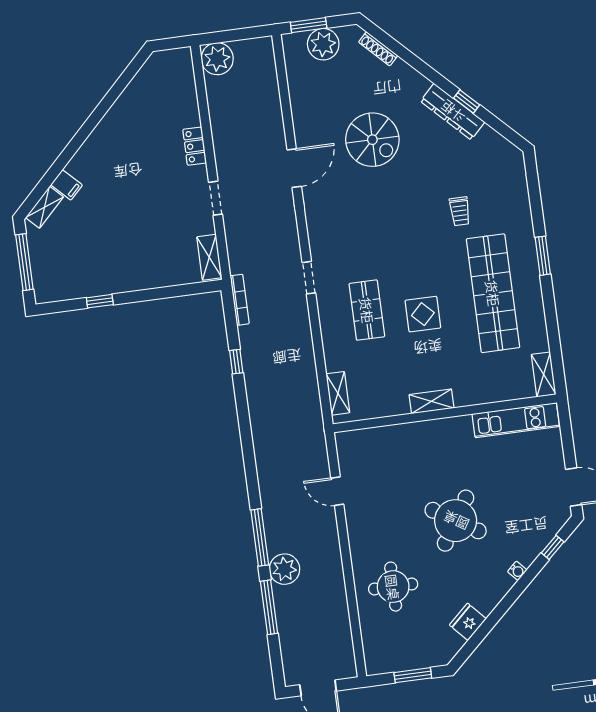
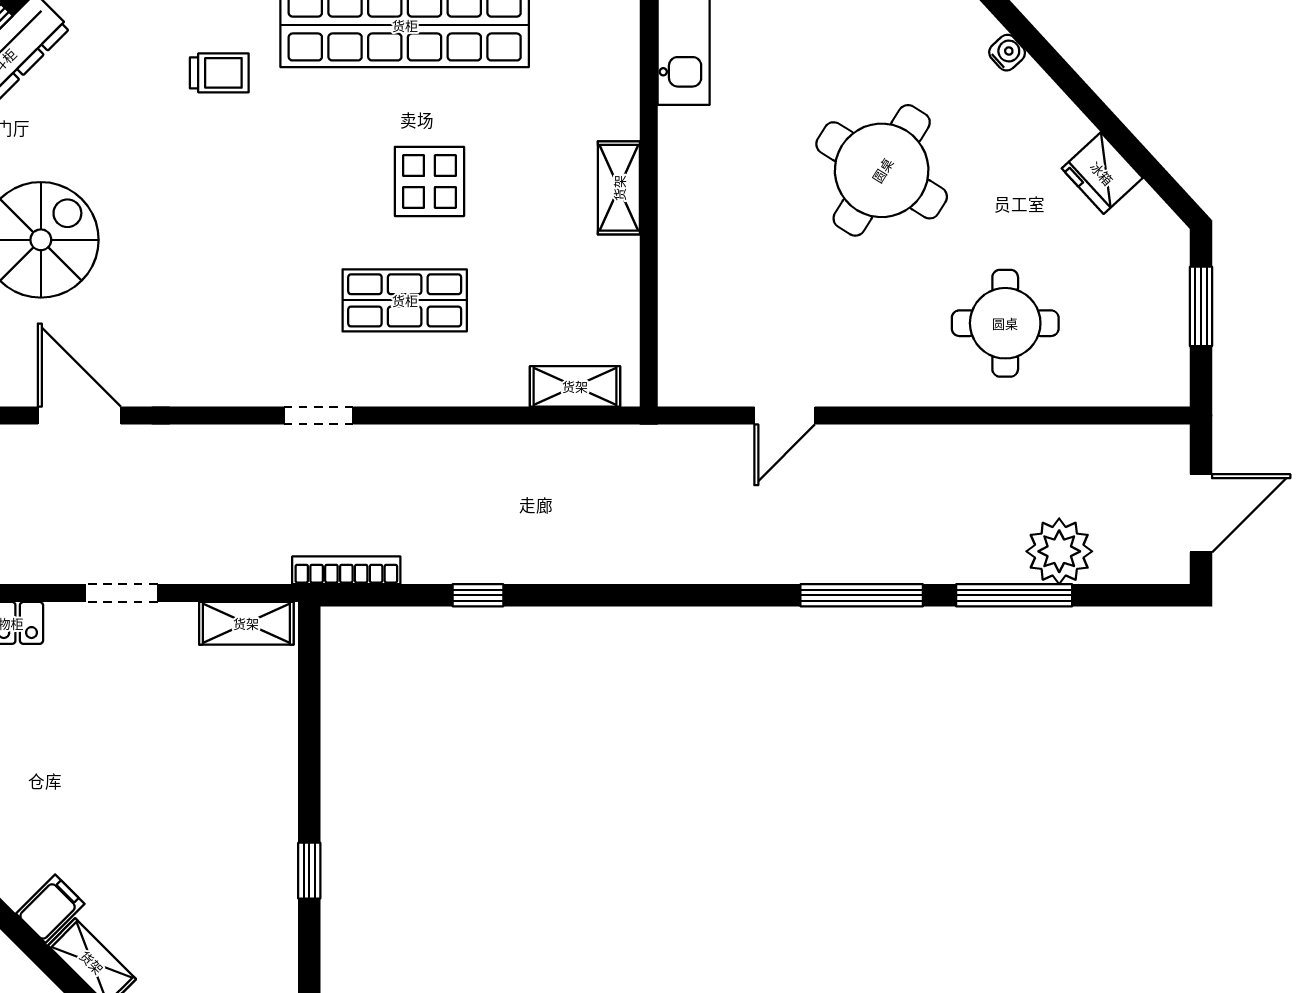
plant: (284, 569) -> (1059, 551), moved

